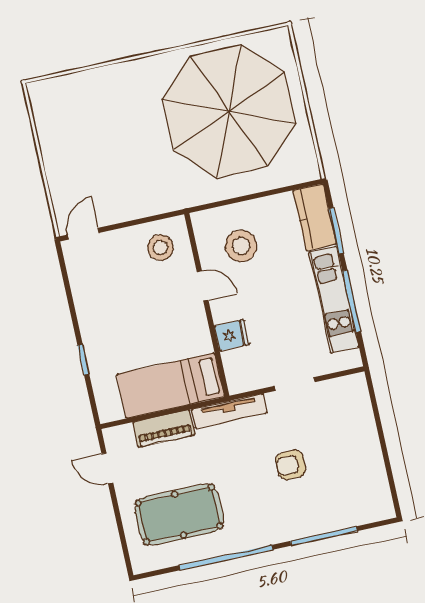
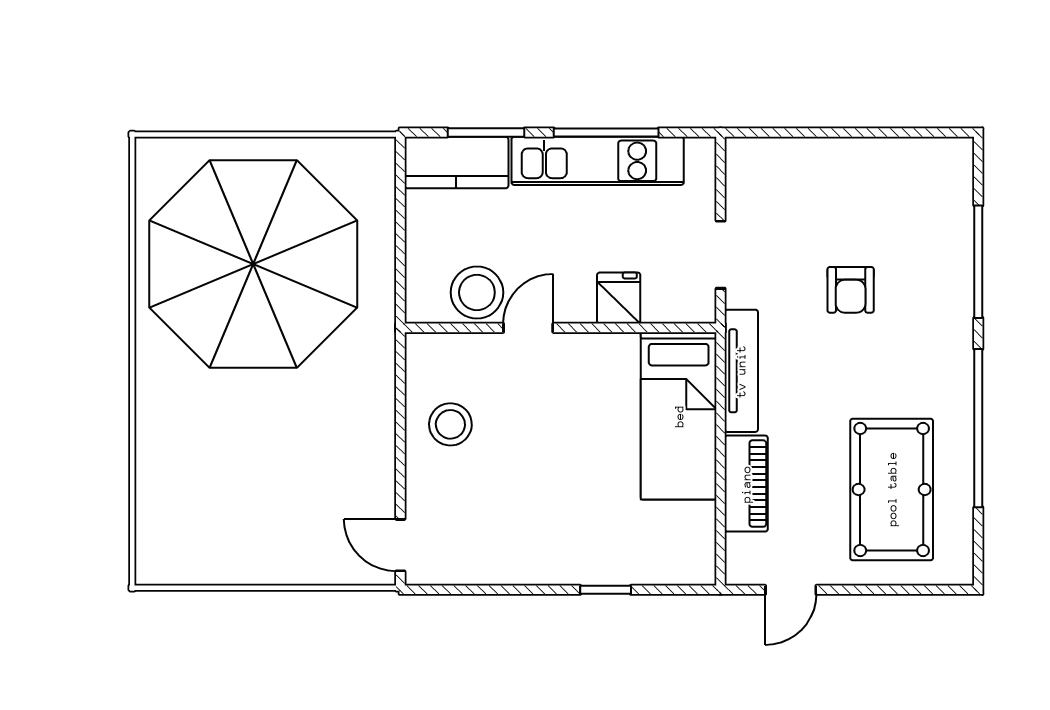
door: (203, 286) -> (528, 328), moved
wall: (207, 305) -> (560, 328), moved
fridge: (232, 335) -> (619, 298), moved
bed: (170, 386) -> (679, 416), moved

